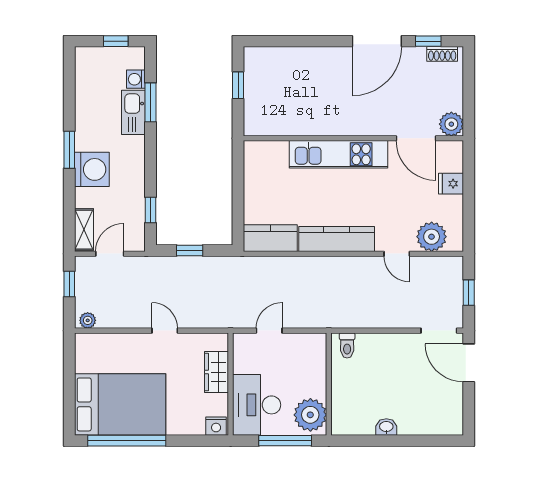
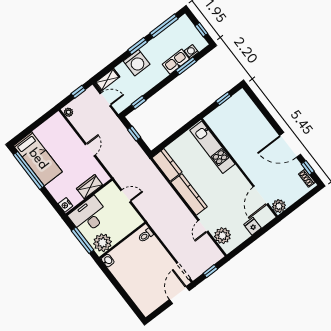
window: (69, 90) -> (164, 26), added
kitchen unit: (339, 154) -> (212, 147), moved
bed: (120, 404) -> (38, 159), width x0.67
washbasin: (386, 427) -> (108, 261), moved

